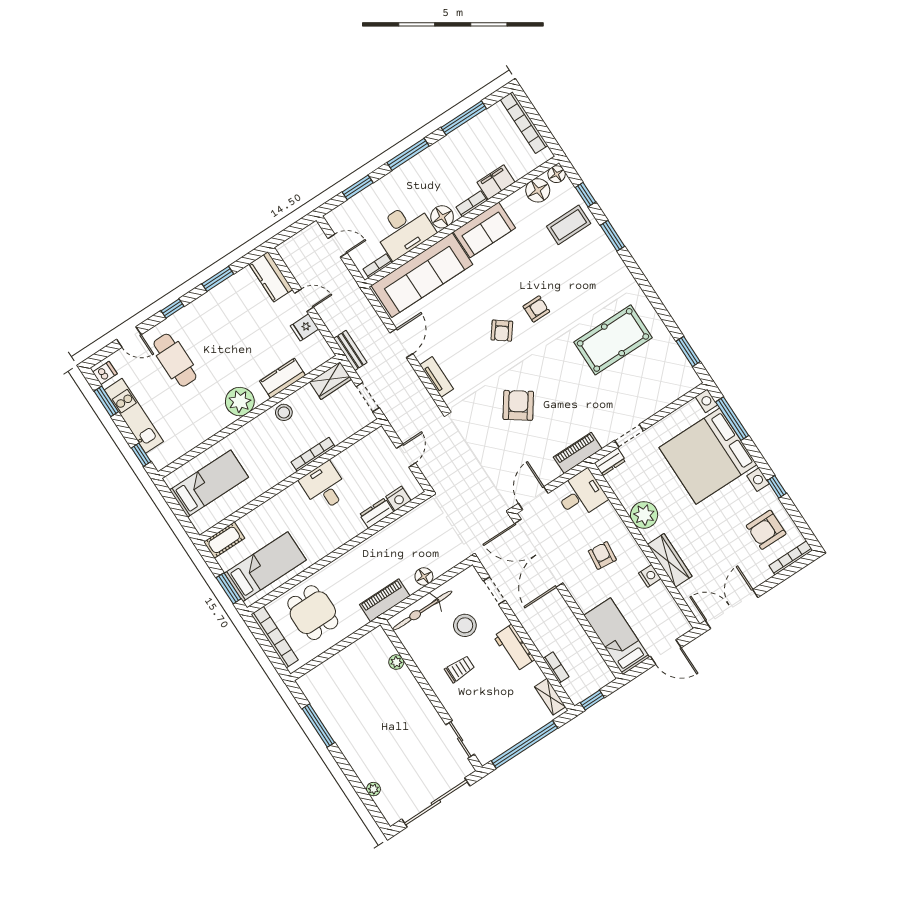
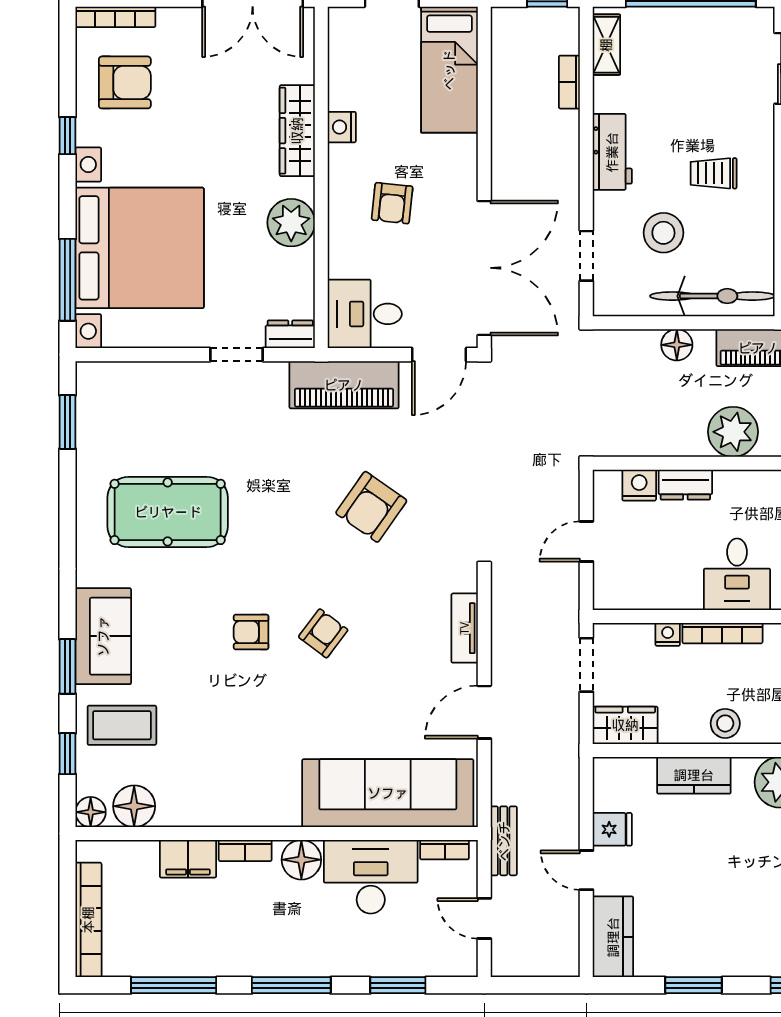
sofa: (484, 230) -> (103, 636), moved, turned 90
bench: (350, 351) -> (504, 841), moved
nightstand: (339, 437) -> (668, 634), added
piano: (578, 453) -> (344, 385), width x1.37, depth x1.33
plant: (370, 553) -> (733, 432), added

